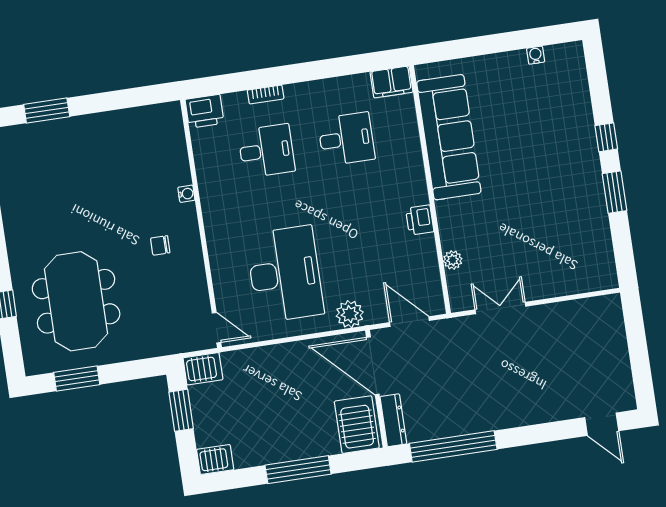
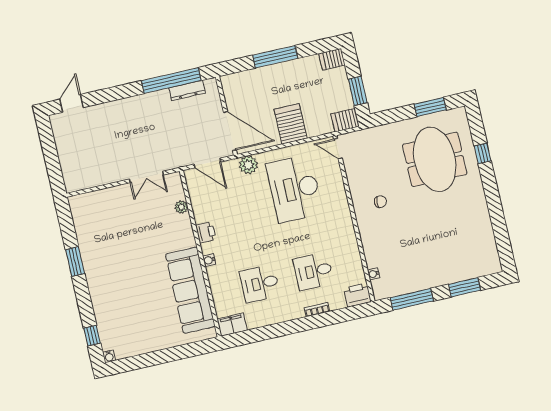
water cooler: (536, 55) -> (109, 356), moved
window: (125, 99) -> (412, 299), added
window: (606, 137) -> (92, 336), moved
water cooler: (418, 179) -> (209, 260), added
water cooler: (186, 194) -> (374, 274), moved
dresser: (393, 420) -> (187, 90), moved, turned -90
door: (602, 424) -> (72, 103), hinge flipped
server rack: (357, 425) -> (291, 124), moved, turned 180

